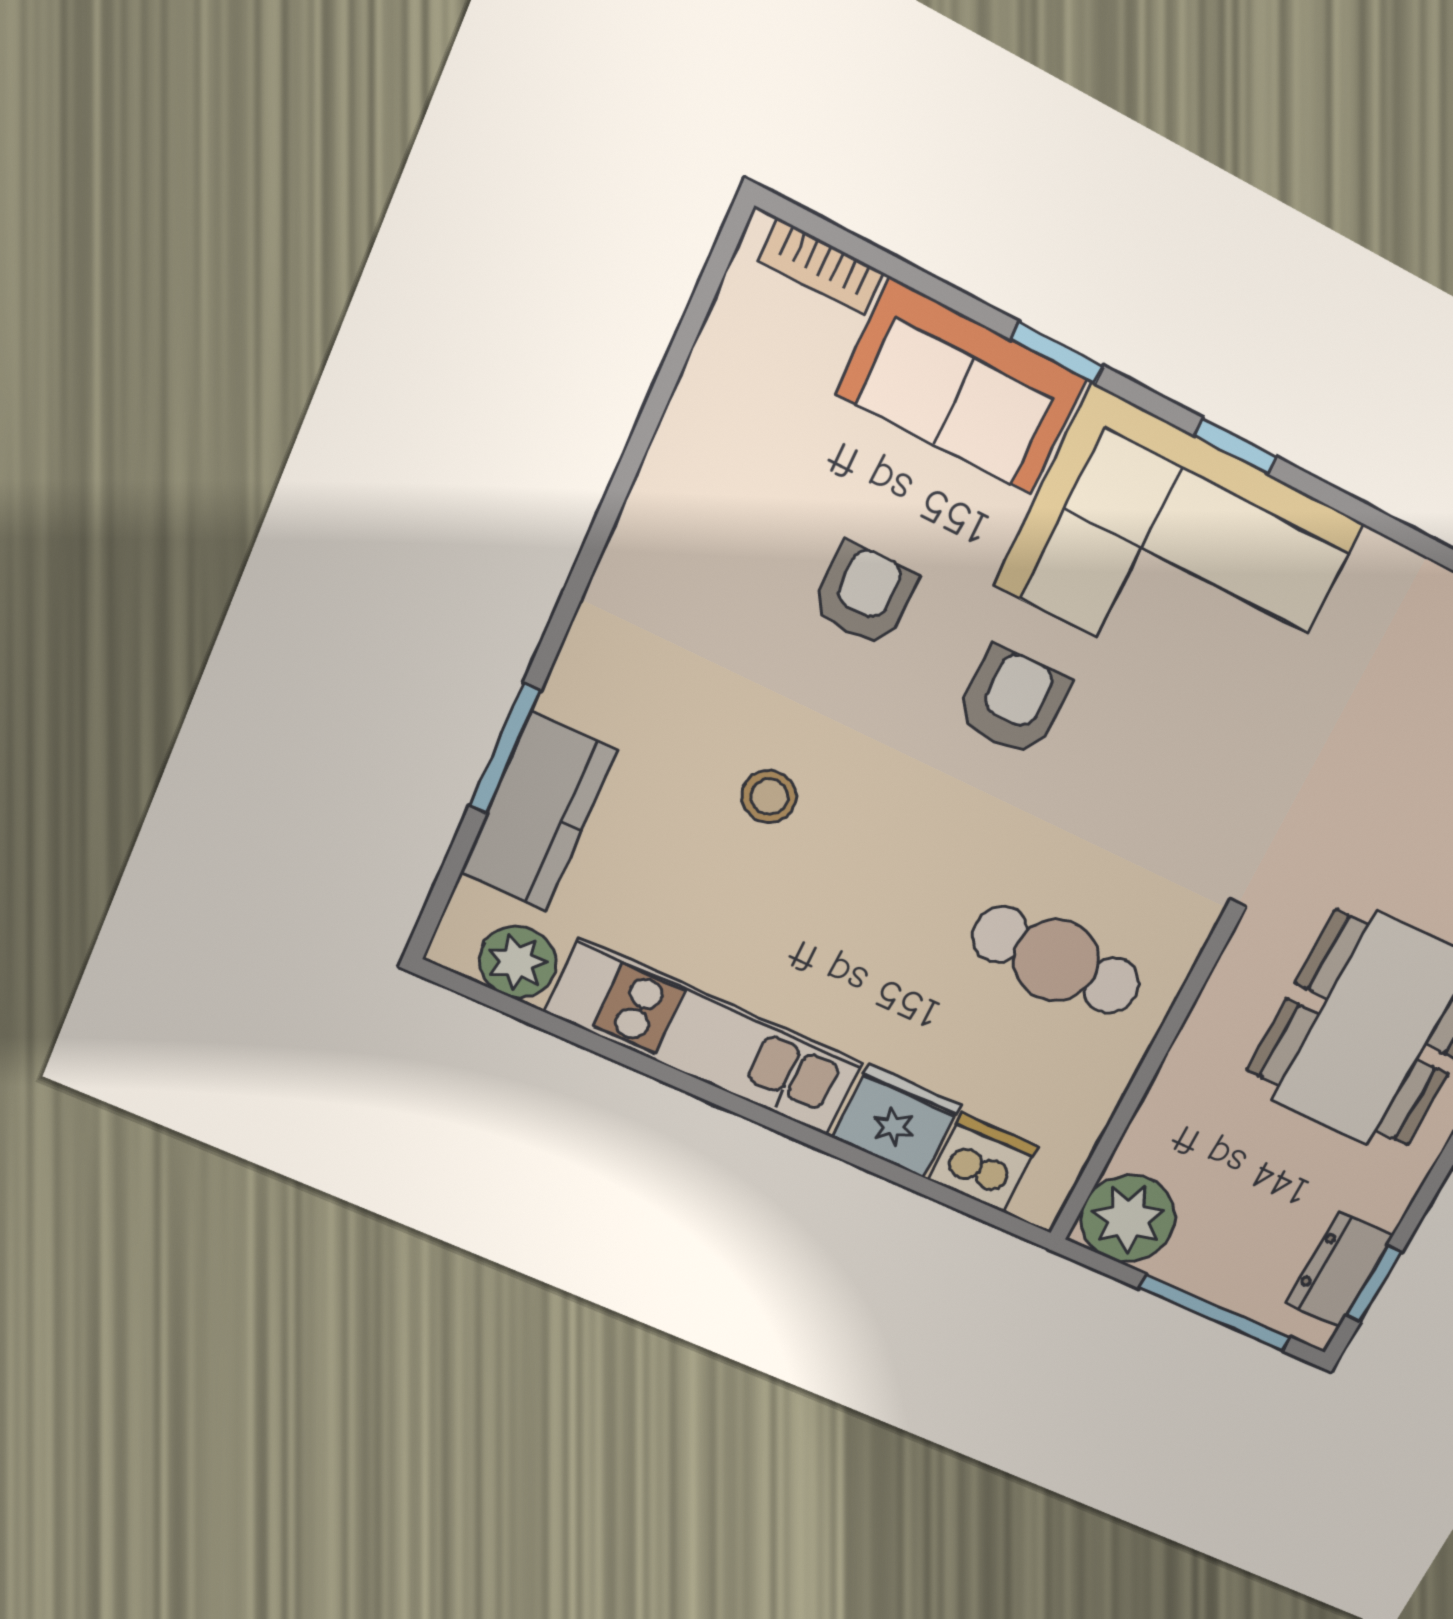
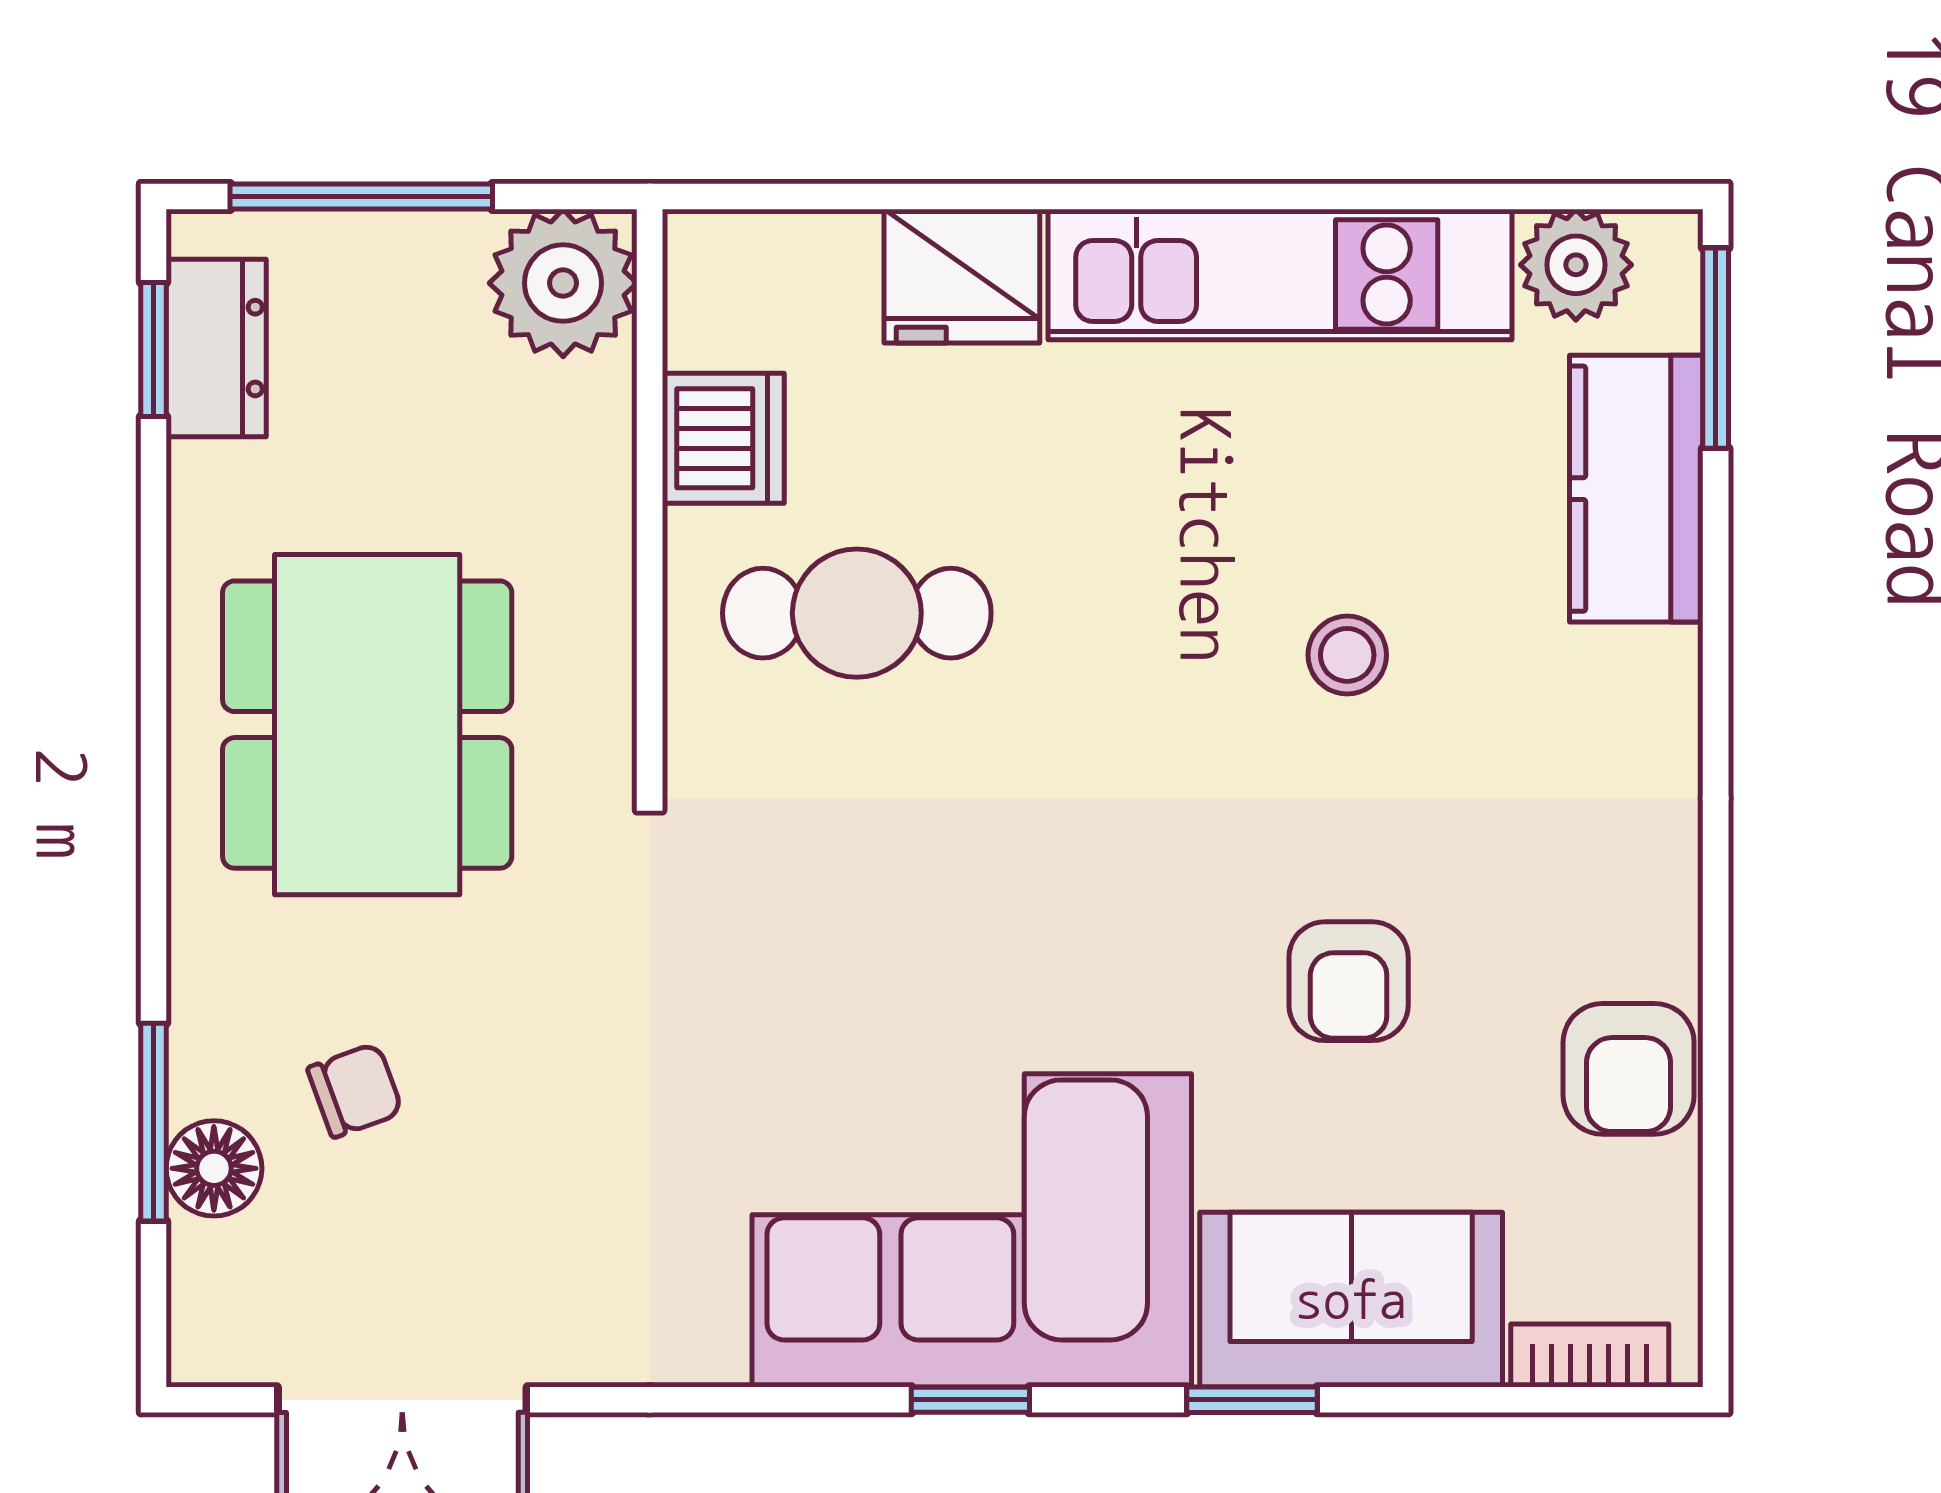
armchair: (1013, 701) -> (1629, 1069), moved
window: (505, 749) -> (1716, 348), moved
dishwasher: (983, 1163) -> (723, 438), moved, turned -90

